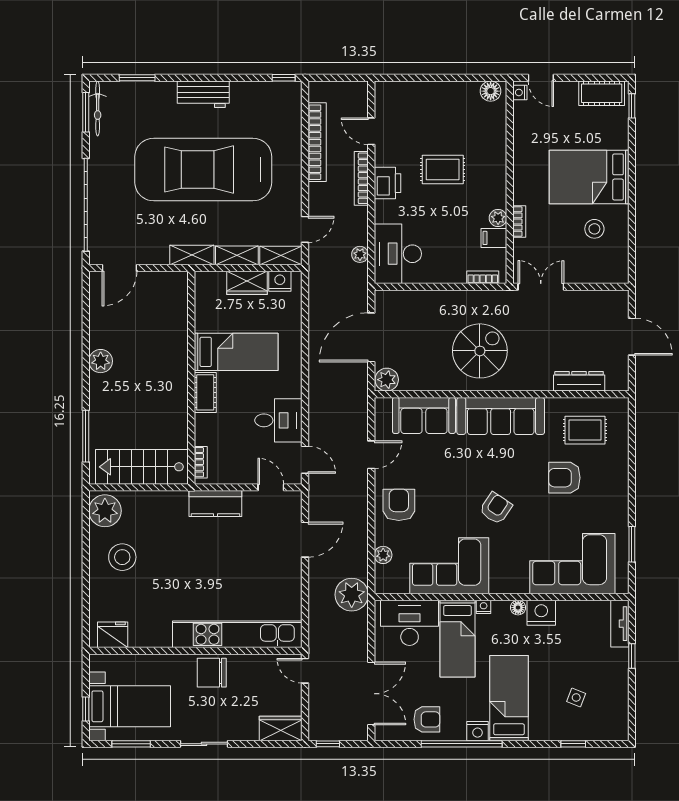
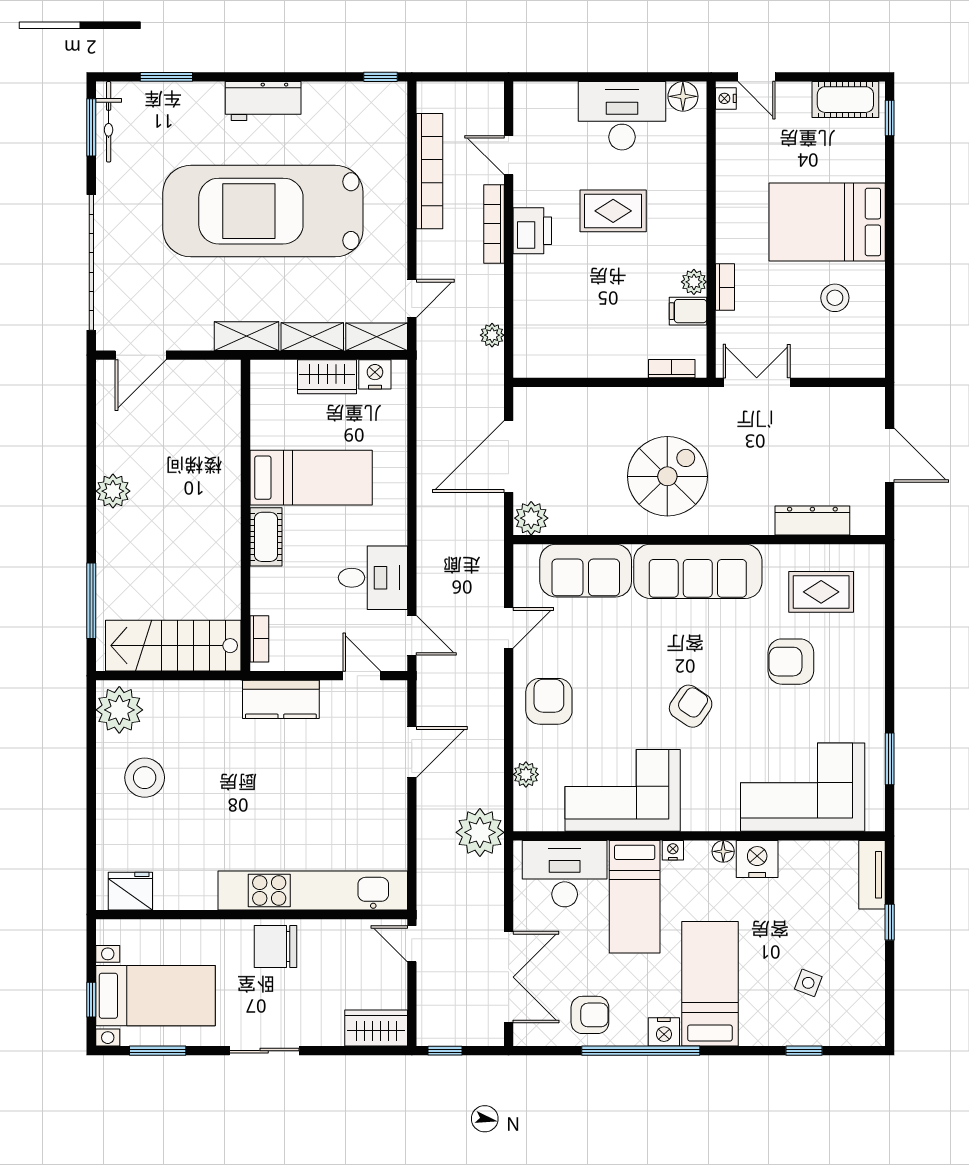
desk: (398, 254) -> (622, 116), moved, turned 90

